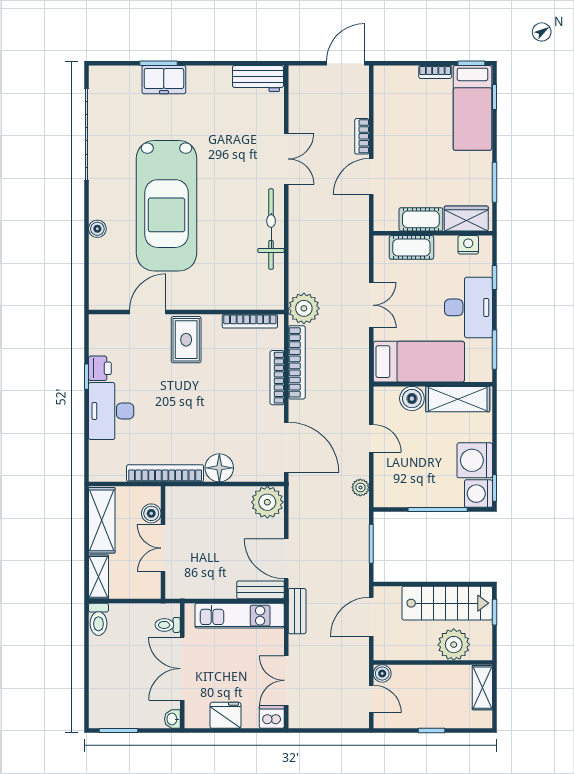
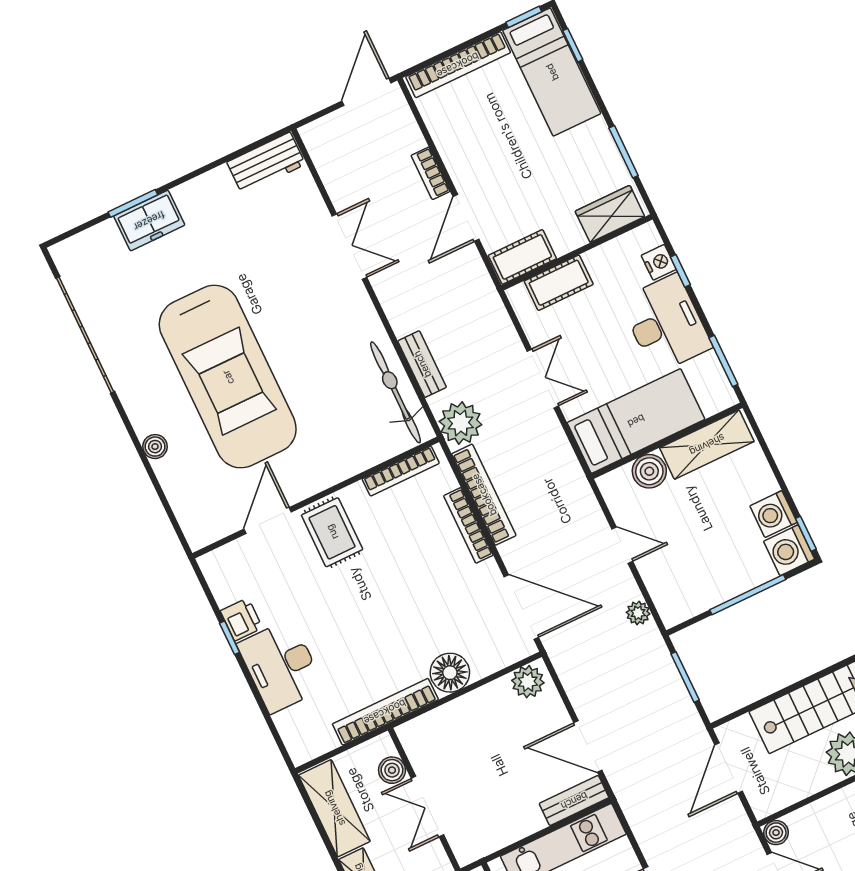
bookcase: (435, 72) -> (458, 65), width x2.31, depth x1.31
cot: (421, 219) -> (522, 257), moved
bicycle: (271, 229) -> (396, 392), moved
nightstand: (468, 245) -> (659, 262), moved, turned 90
washing machine: (475, 460) -> (773, 514), width x0.73, depth x0.73
plant: (267, 502) -> (528, 682), width x0.73, depth x0.73
bench: (297, 611) -> (422, 364), moved

